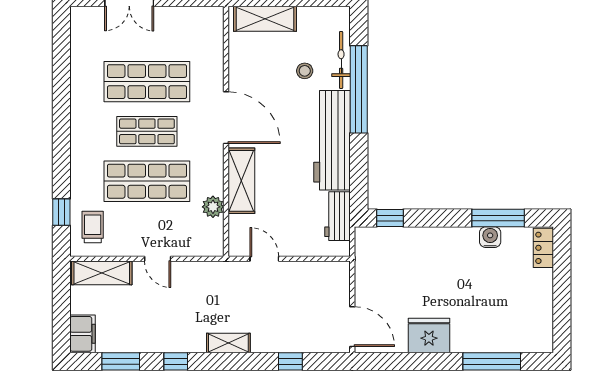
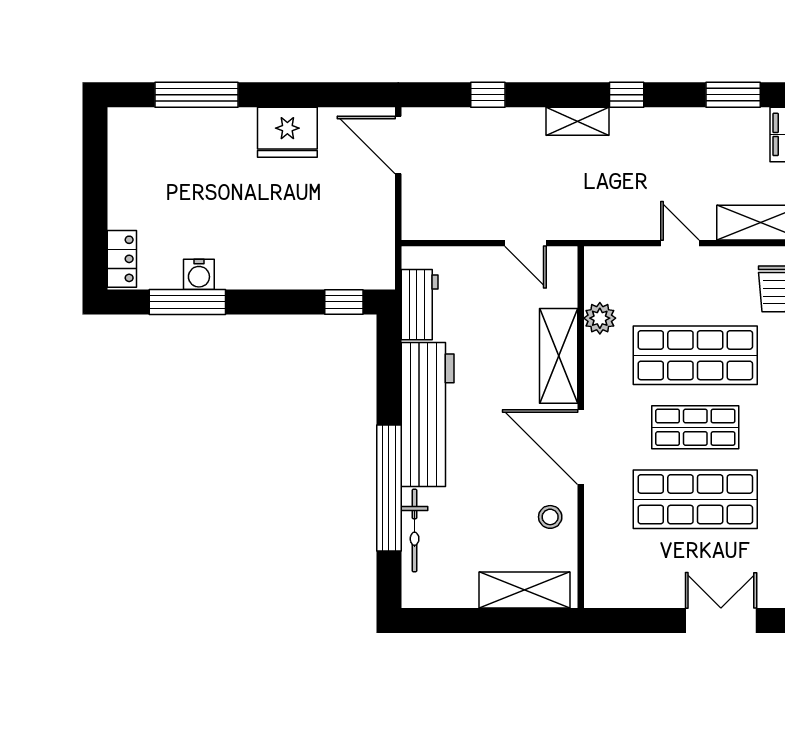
stool: (305, 71) -> (550, 517), moved
window: (176, 361) -> (627, 95), moved

